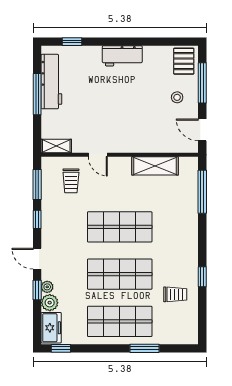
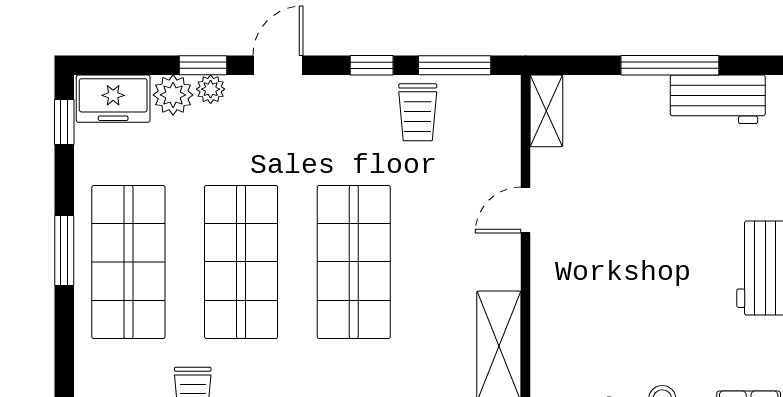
workbench: (51, 82) -> (718, 99), width x0.73
trolley: (71, 181) -> (418, 112), moved, turned -90
window: (145, 348) -> (64, 250), moved

